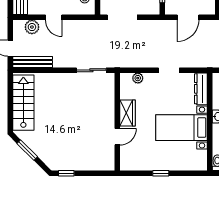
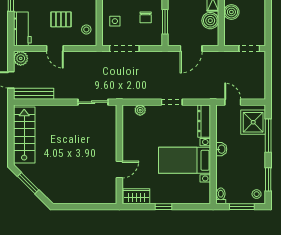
plant: (32, 27) -> (21, 58), moved
wardrobe: (127, 113) -> (136, 196), moved, turned -90
window: (66, 173) -> (68, 207), removed

